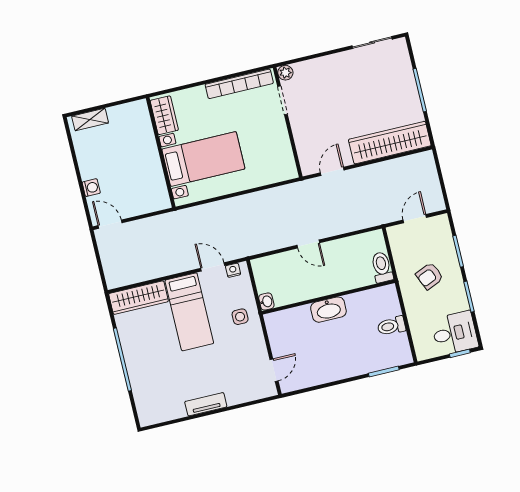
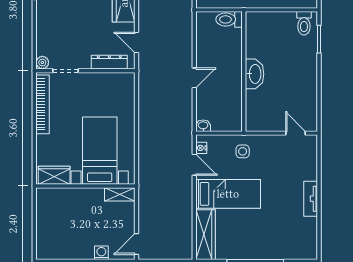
shelving: (90, 119) -> (120, 194), moved, turned 90
dresser: (303, 146) -> (109, 62), added
door: (213, 267) -> (194, 165), swing flipped
washbasin: (266, 302) -> (203, 126), moved
toilet: (391, 326) -> (304, 23), moved

